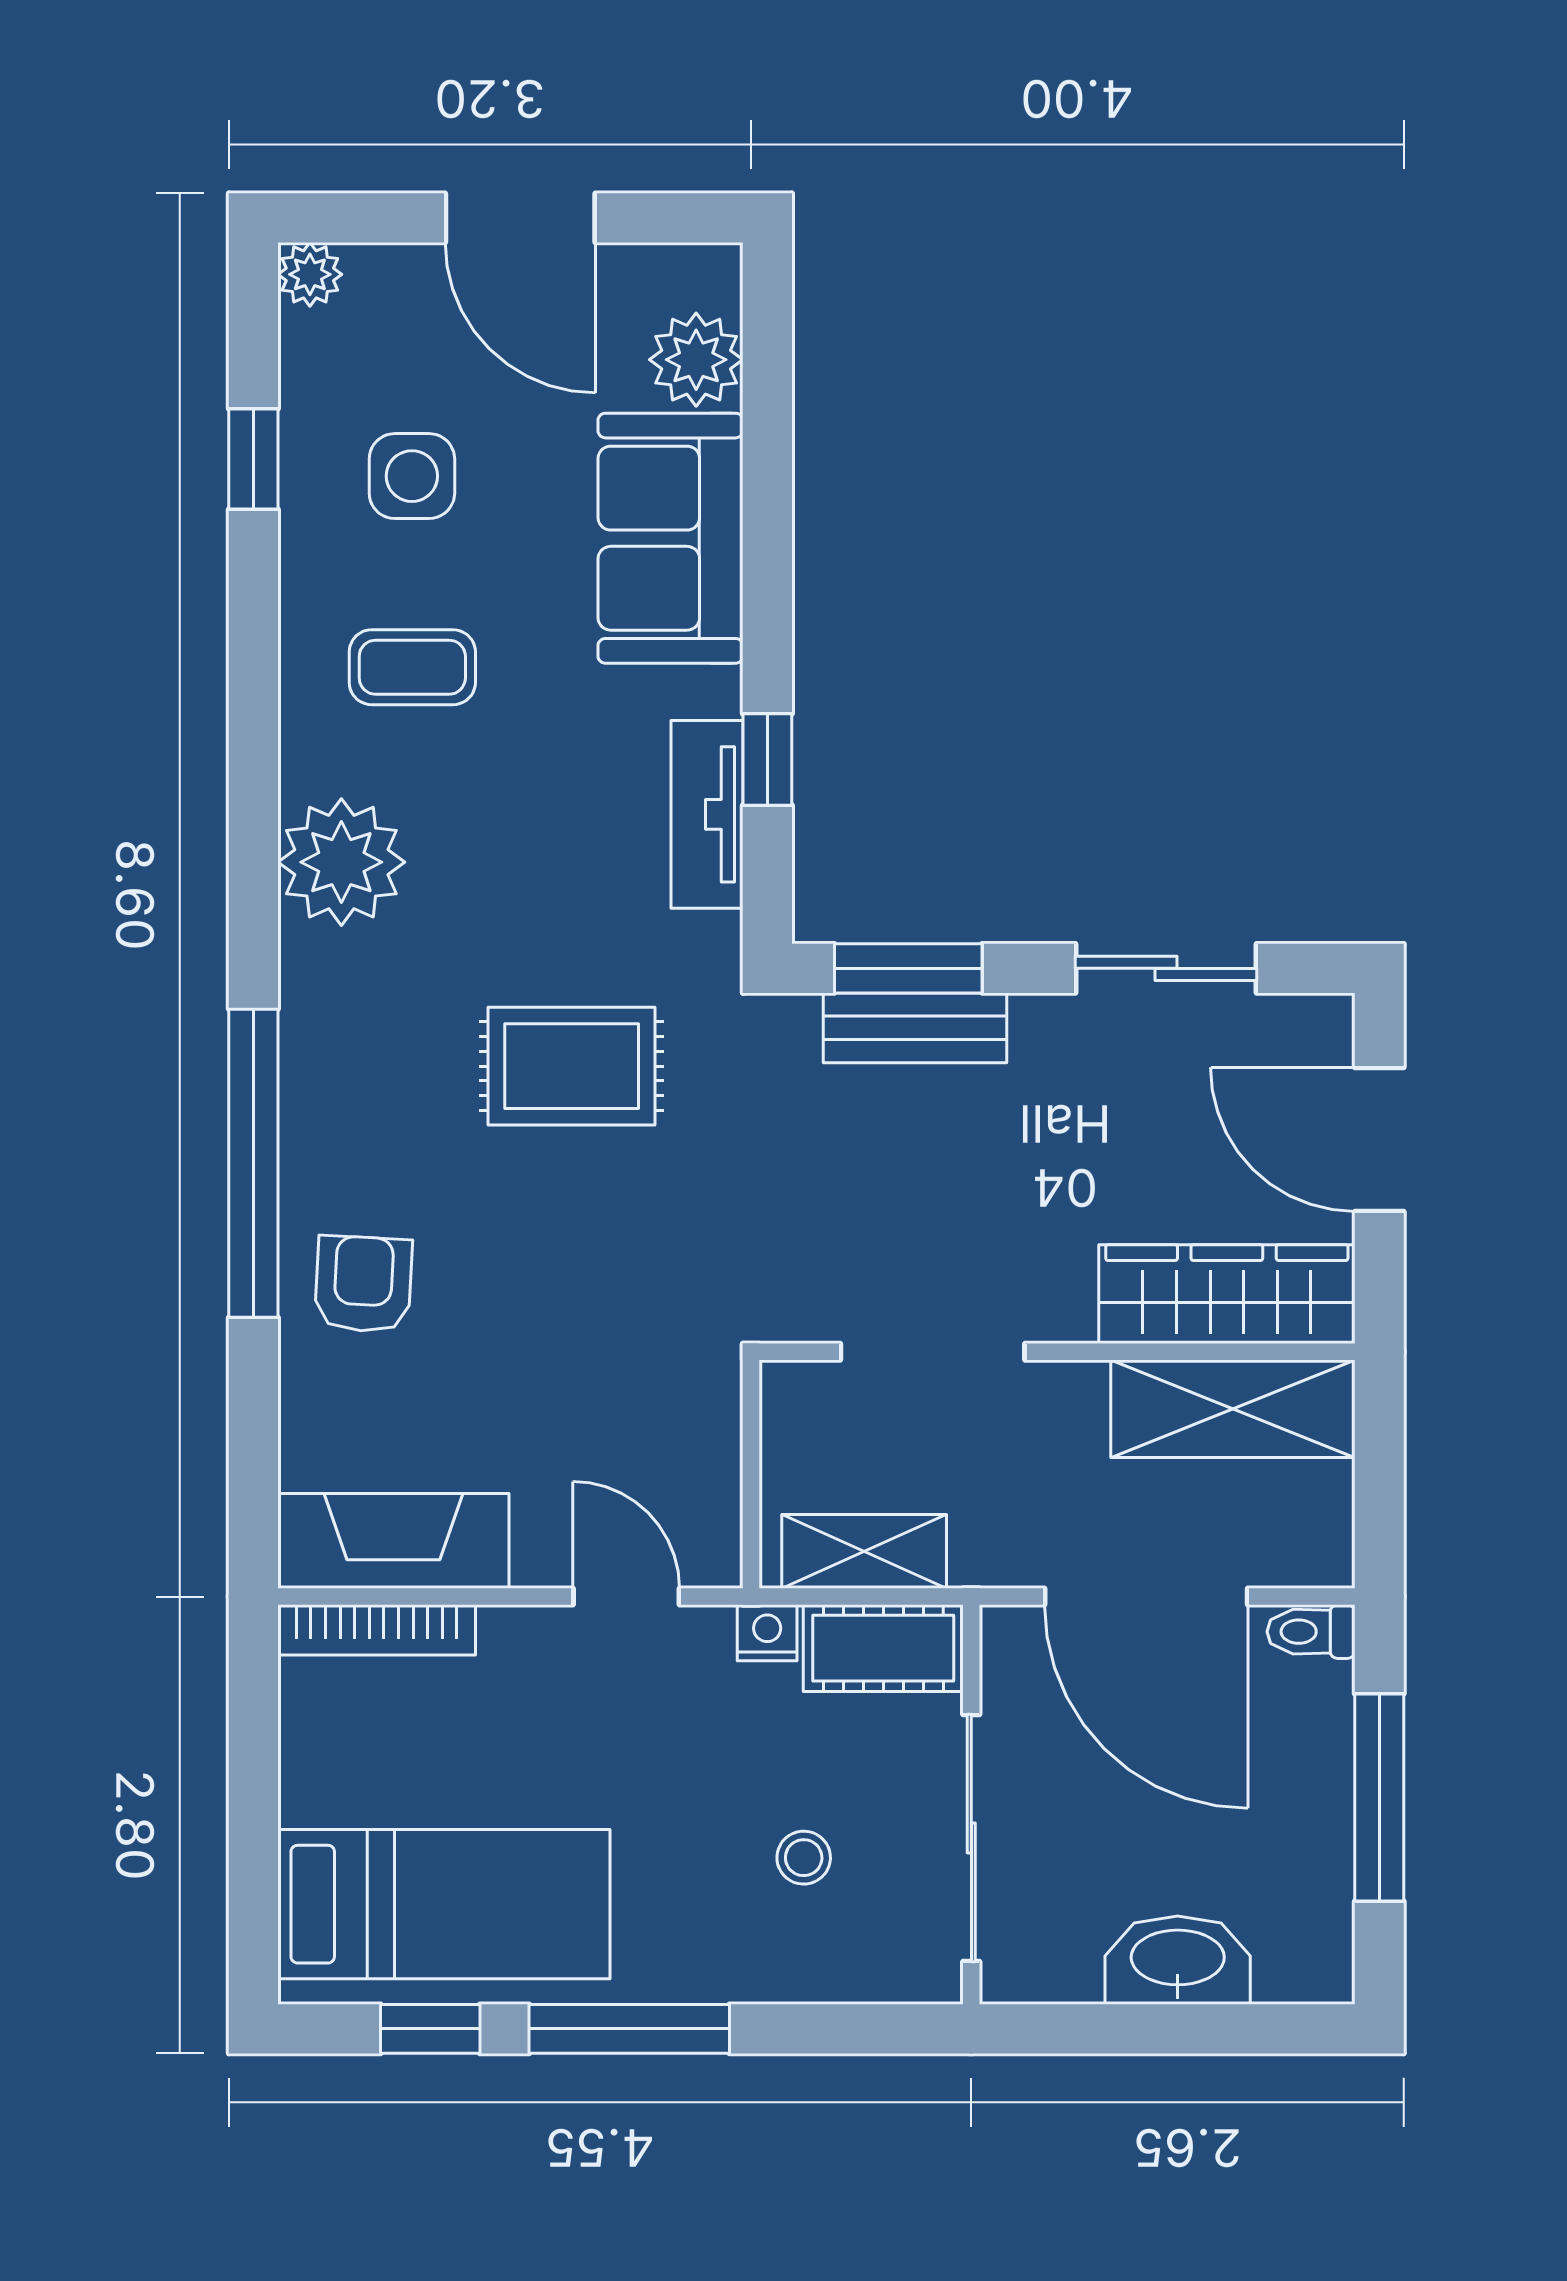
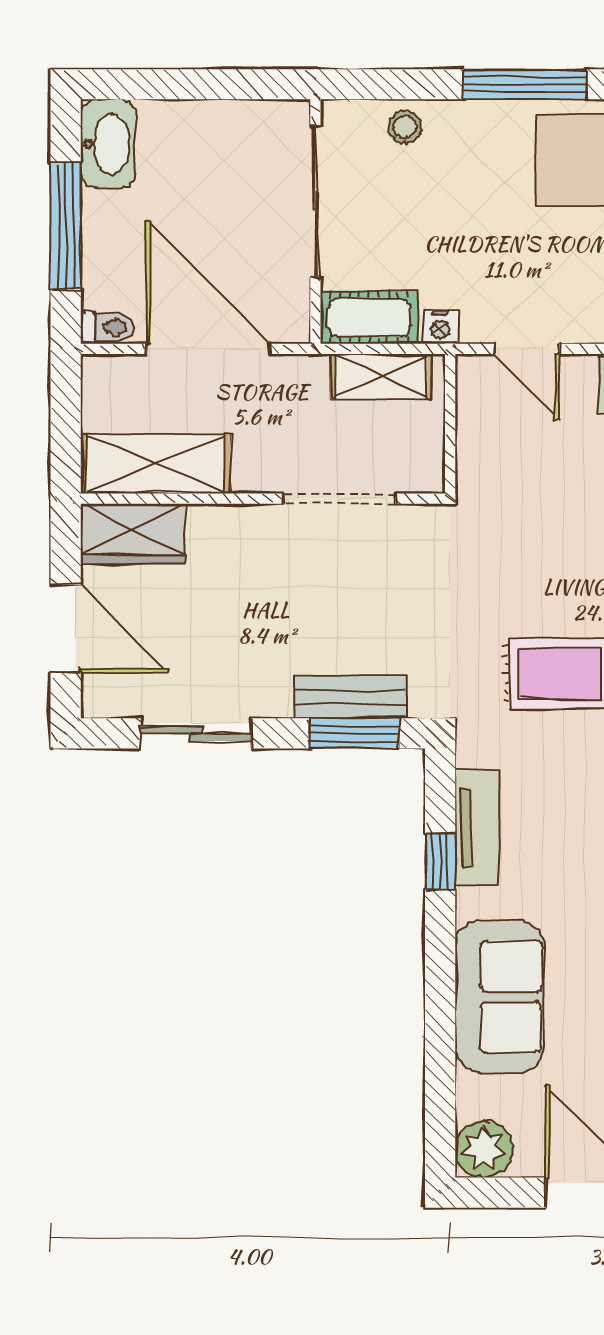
plant: (696, 360) -> (484, 1149), moved
wardrobe: (1227, 1294) -> (133, 534), width x0.67
stool: (804, 1858) -> (405, 127), moved
washbasin: (1178, 1960) -> (108, 144), moved, turned -90

